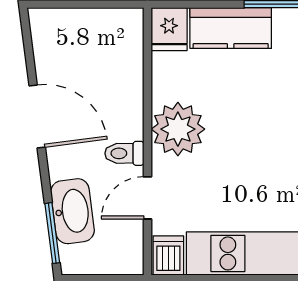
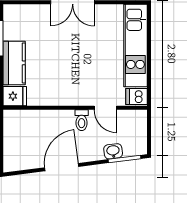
plant: (178, 129) -> (68, 91), removed
washbasin: (72, 211) -> (113, 151), width x0.52, depth x0.69

